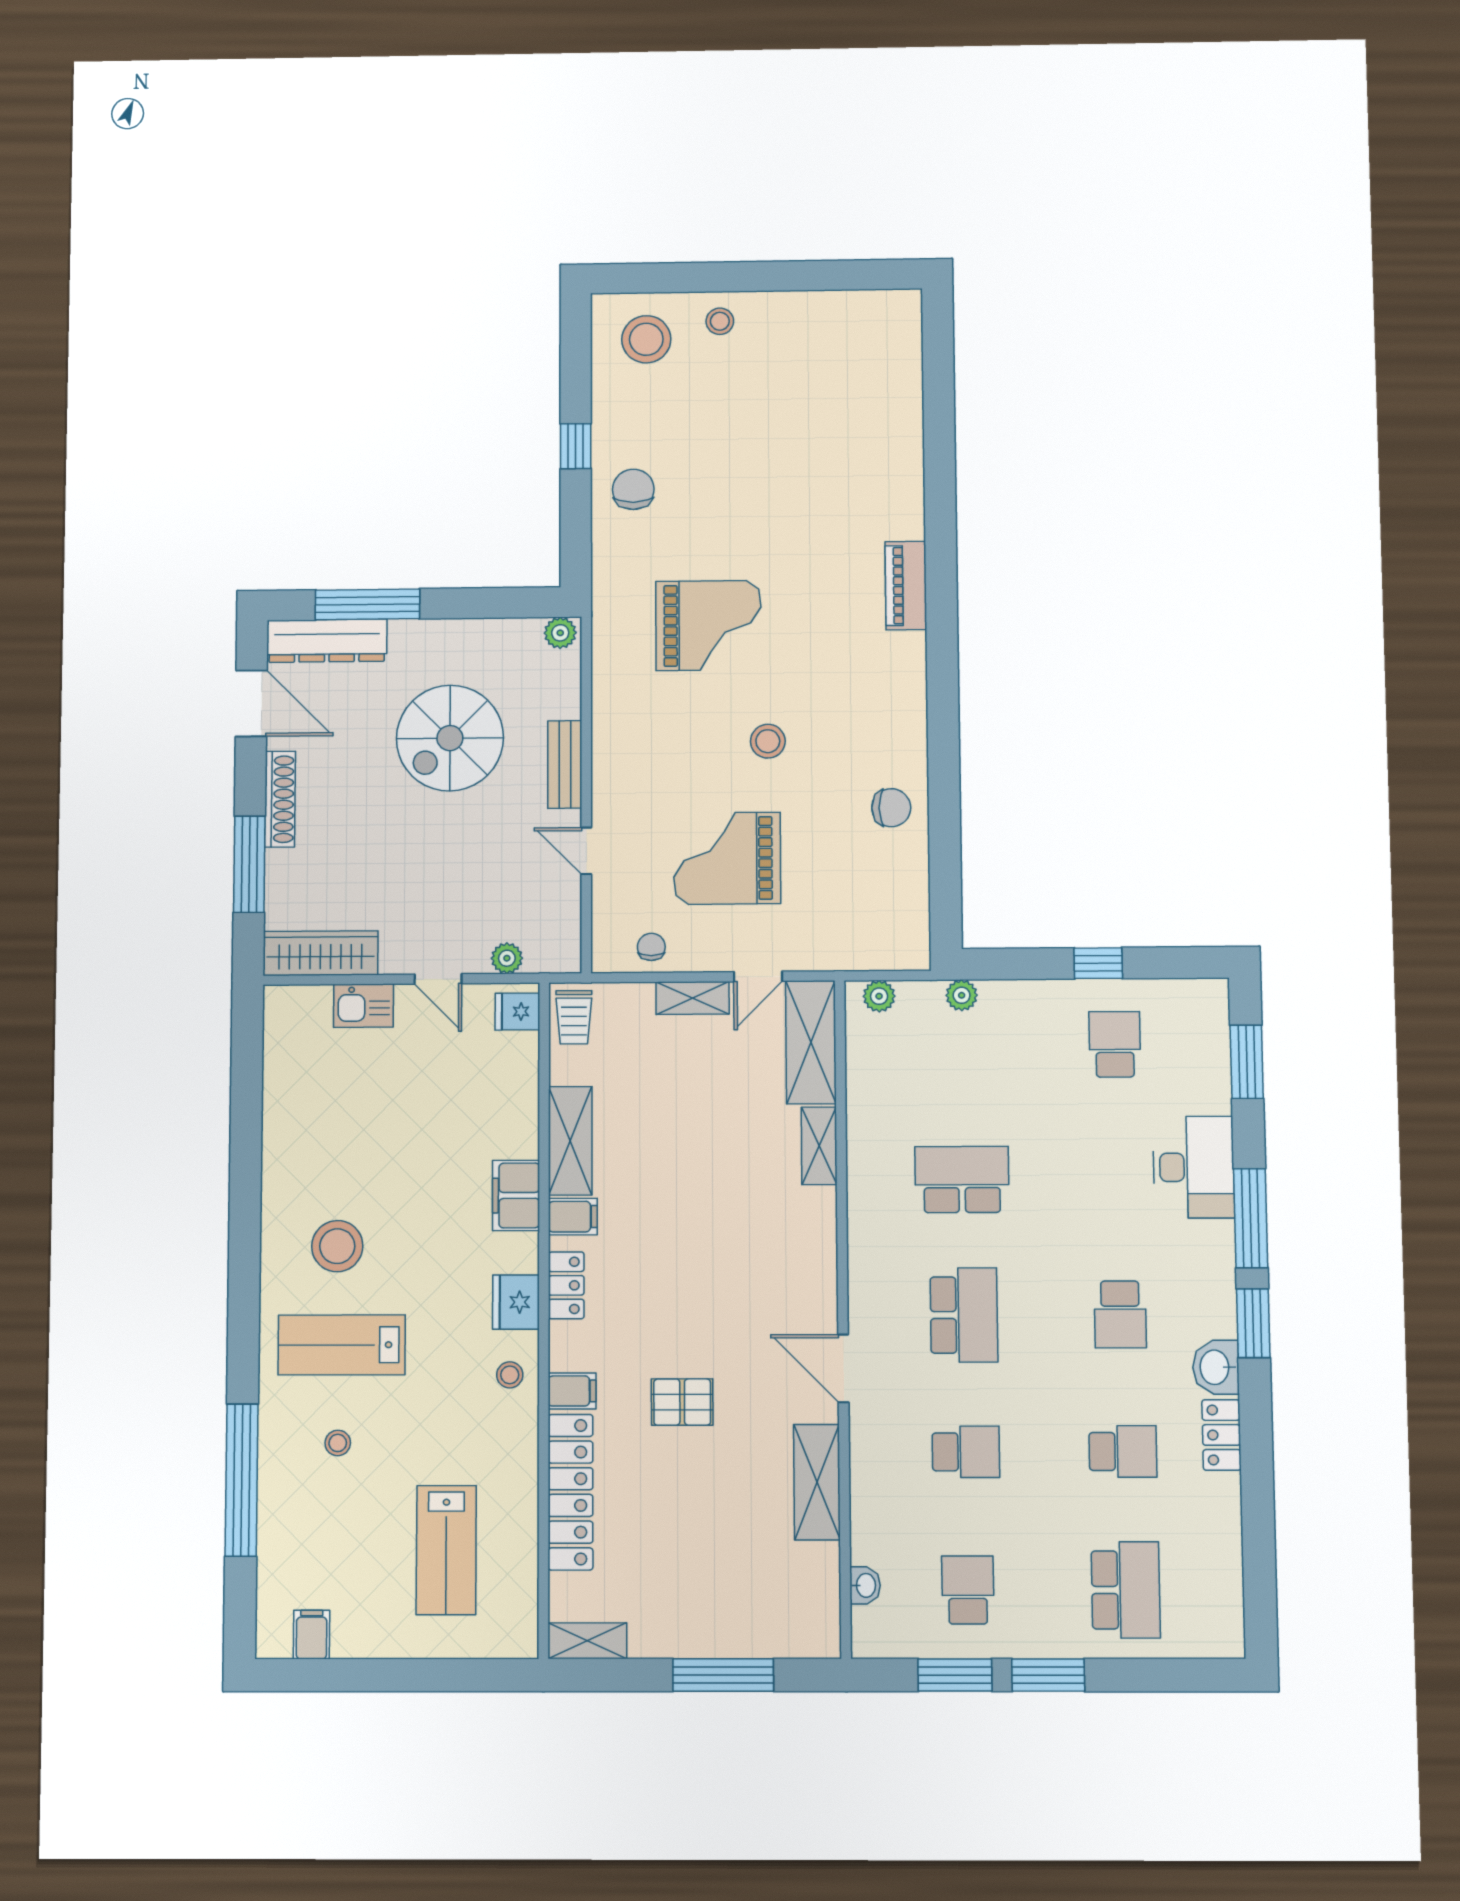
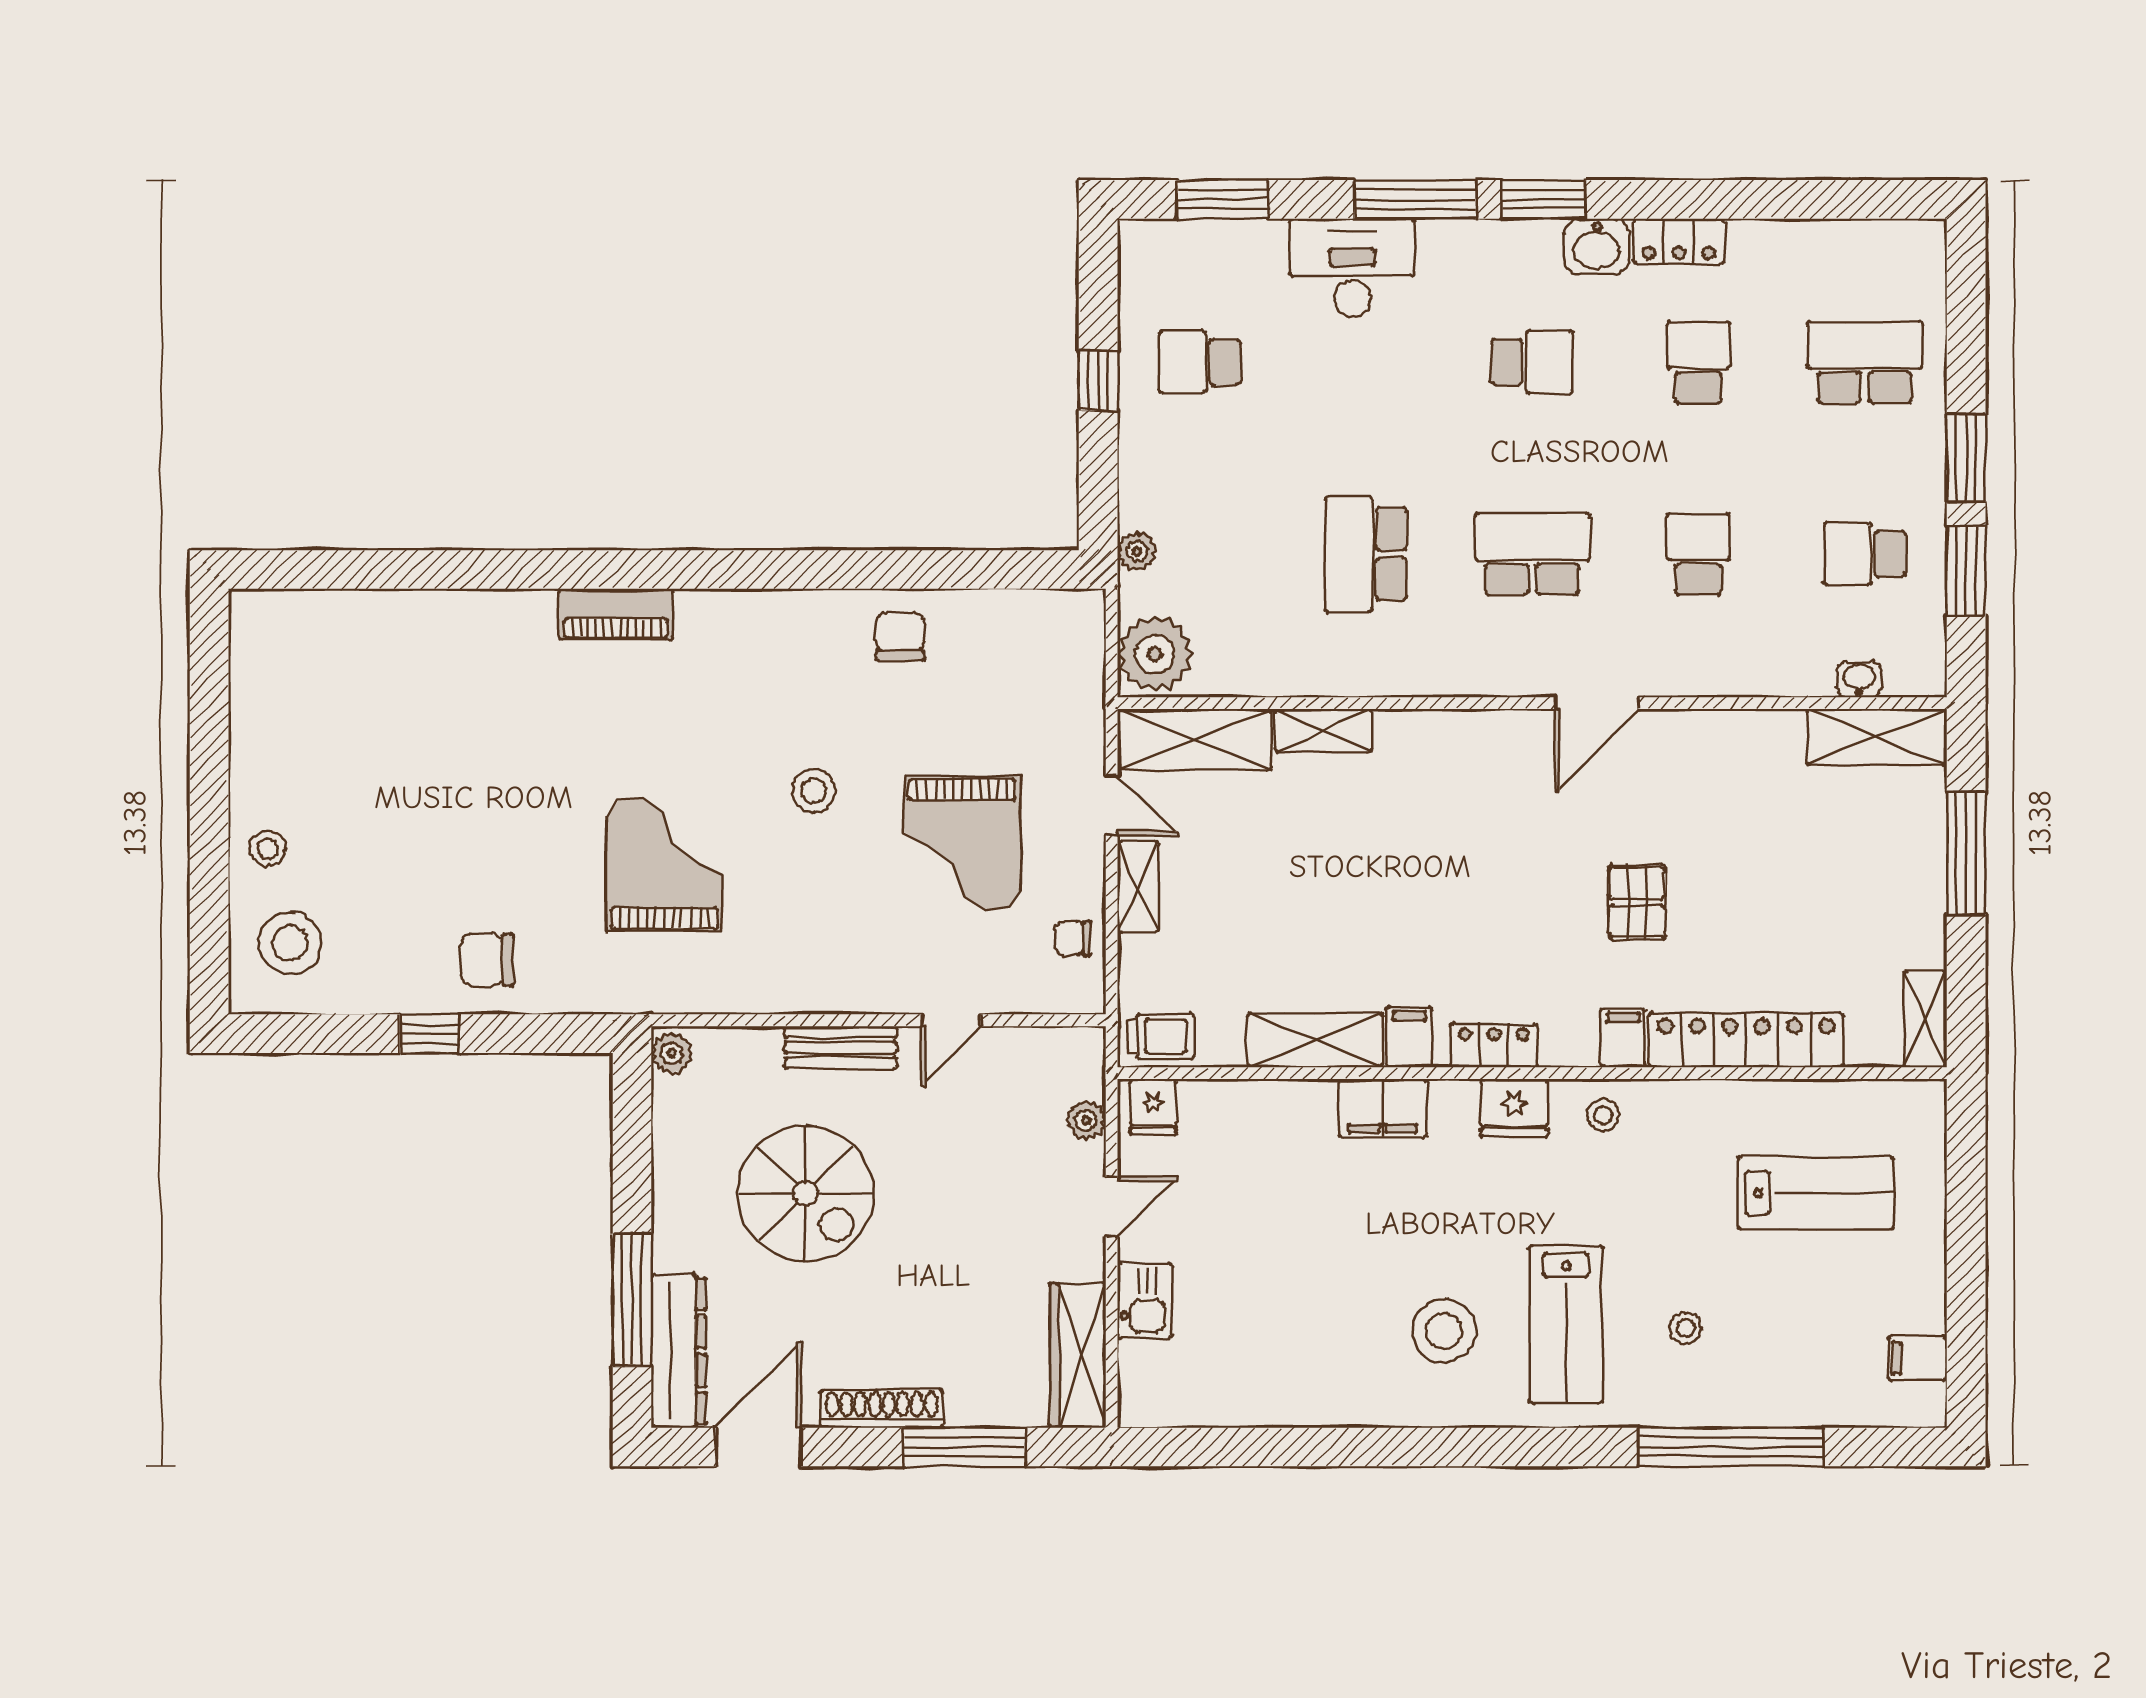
plant: (879, 996) -> (1155, 654), width x1.88, depth x1.88
shelving: (817, 1482) -> (1877, 737), moved

